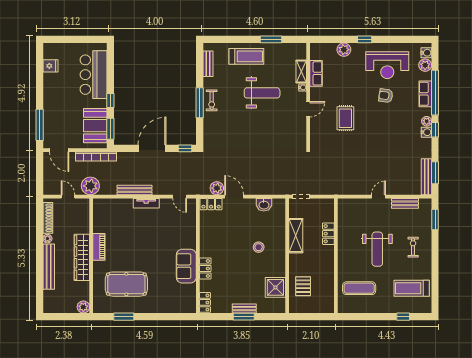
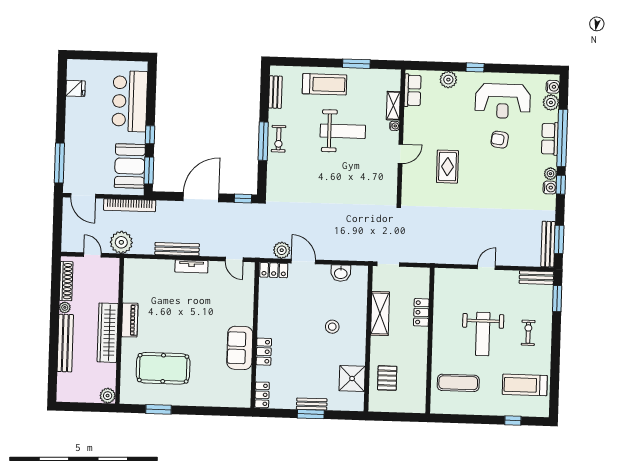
row of seats: (316, 73) -> (413, 90), moved
bench: (405, 203) -> (536, 278), moved

